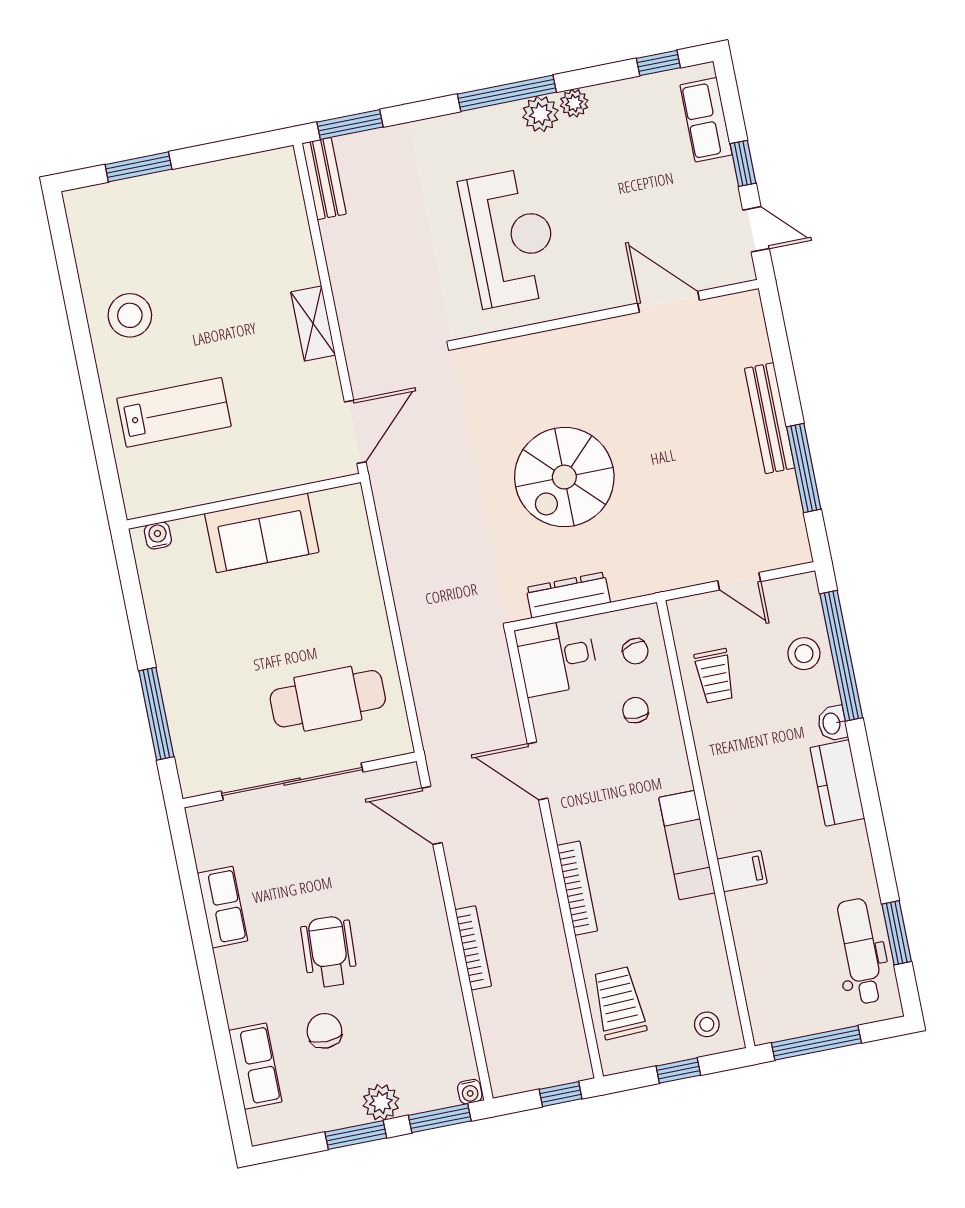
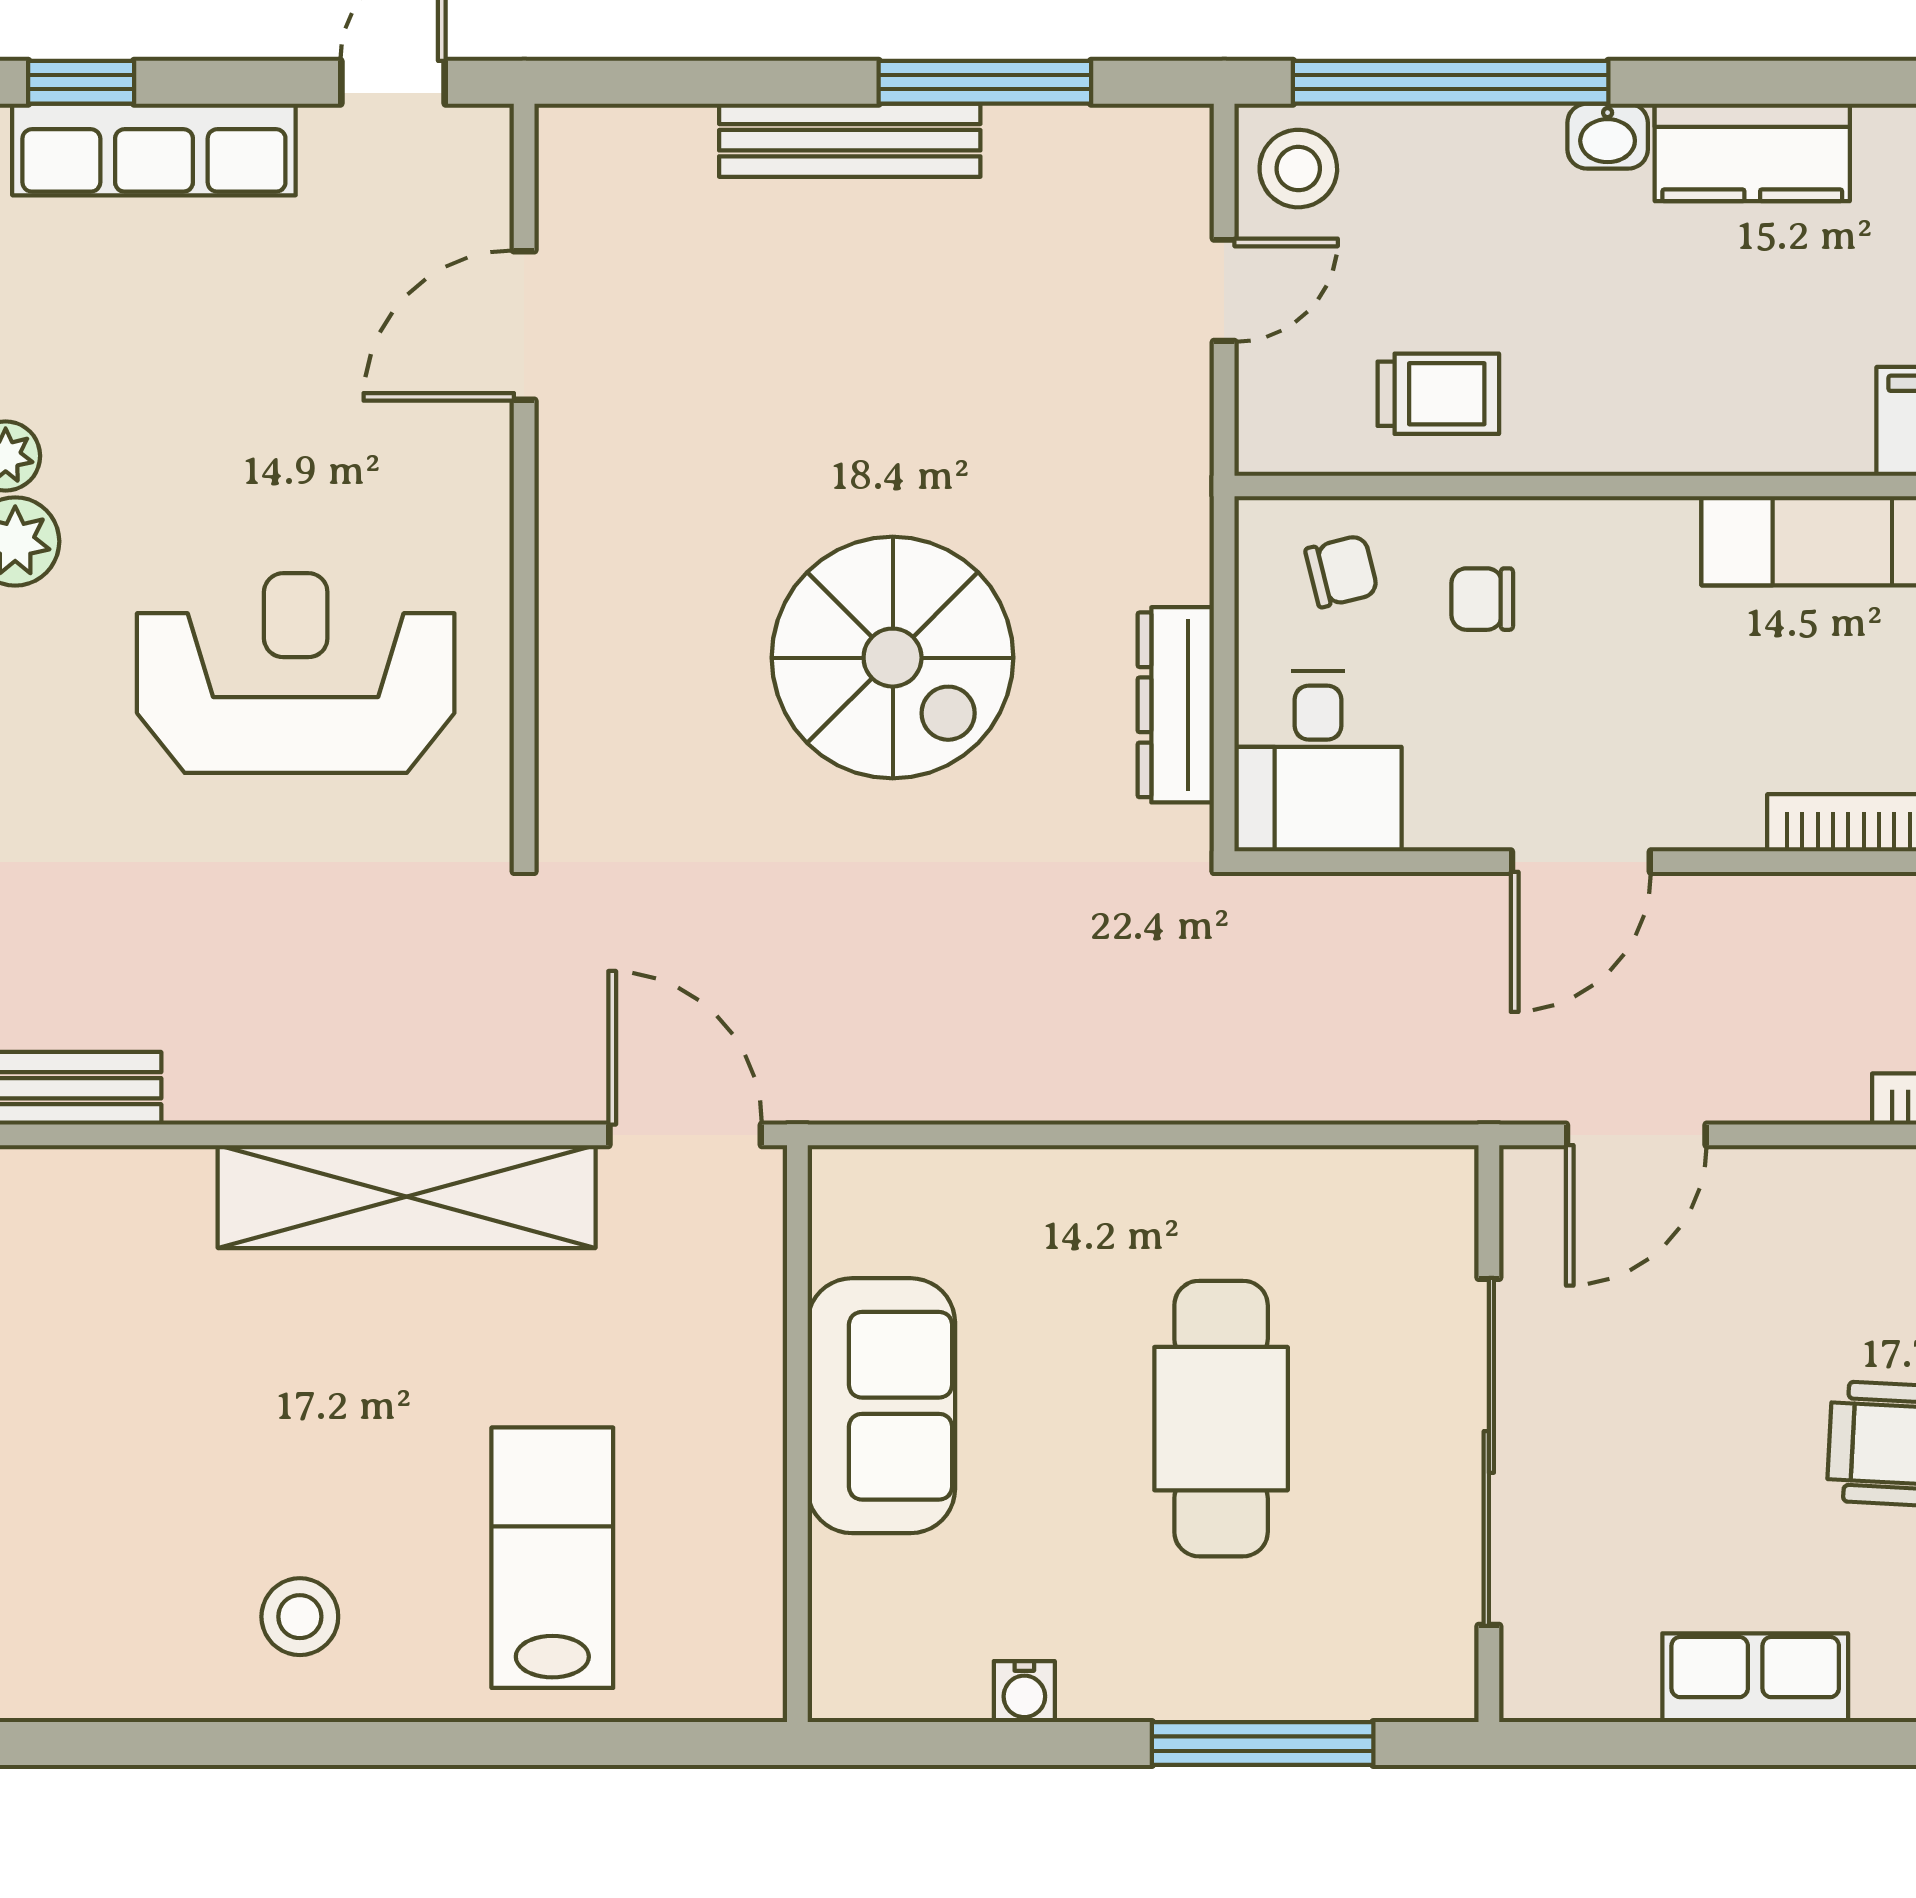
row of seats: (706, 120) -> (154, 149), width x1.48
window: (743, 163) -> (81, 82), moved
stool: (130, 315) -> (300, 1617), width x0.73, depth x0.73
shelving: (313, 324) -> (407, 1197), width x2.20, depth x1.33
water cooler: (158, 535) -> (1024, 1692), moved, turned -90
stool: (804, 654) -> (1298, 169), moved
cafe table: (328, 699) -> (1221, 1419), moved

